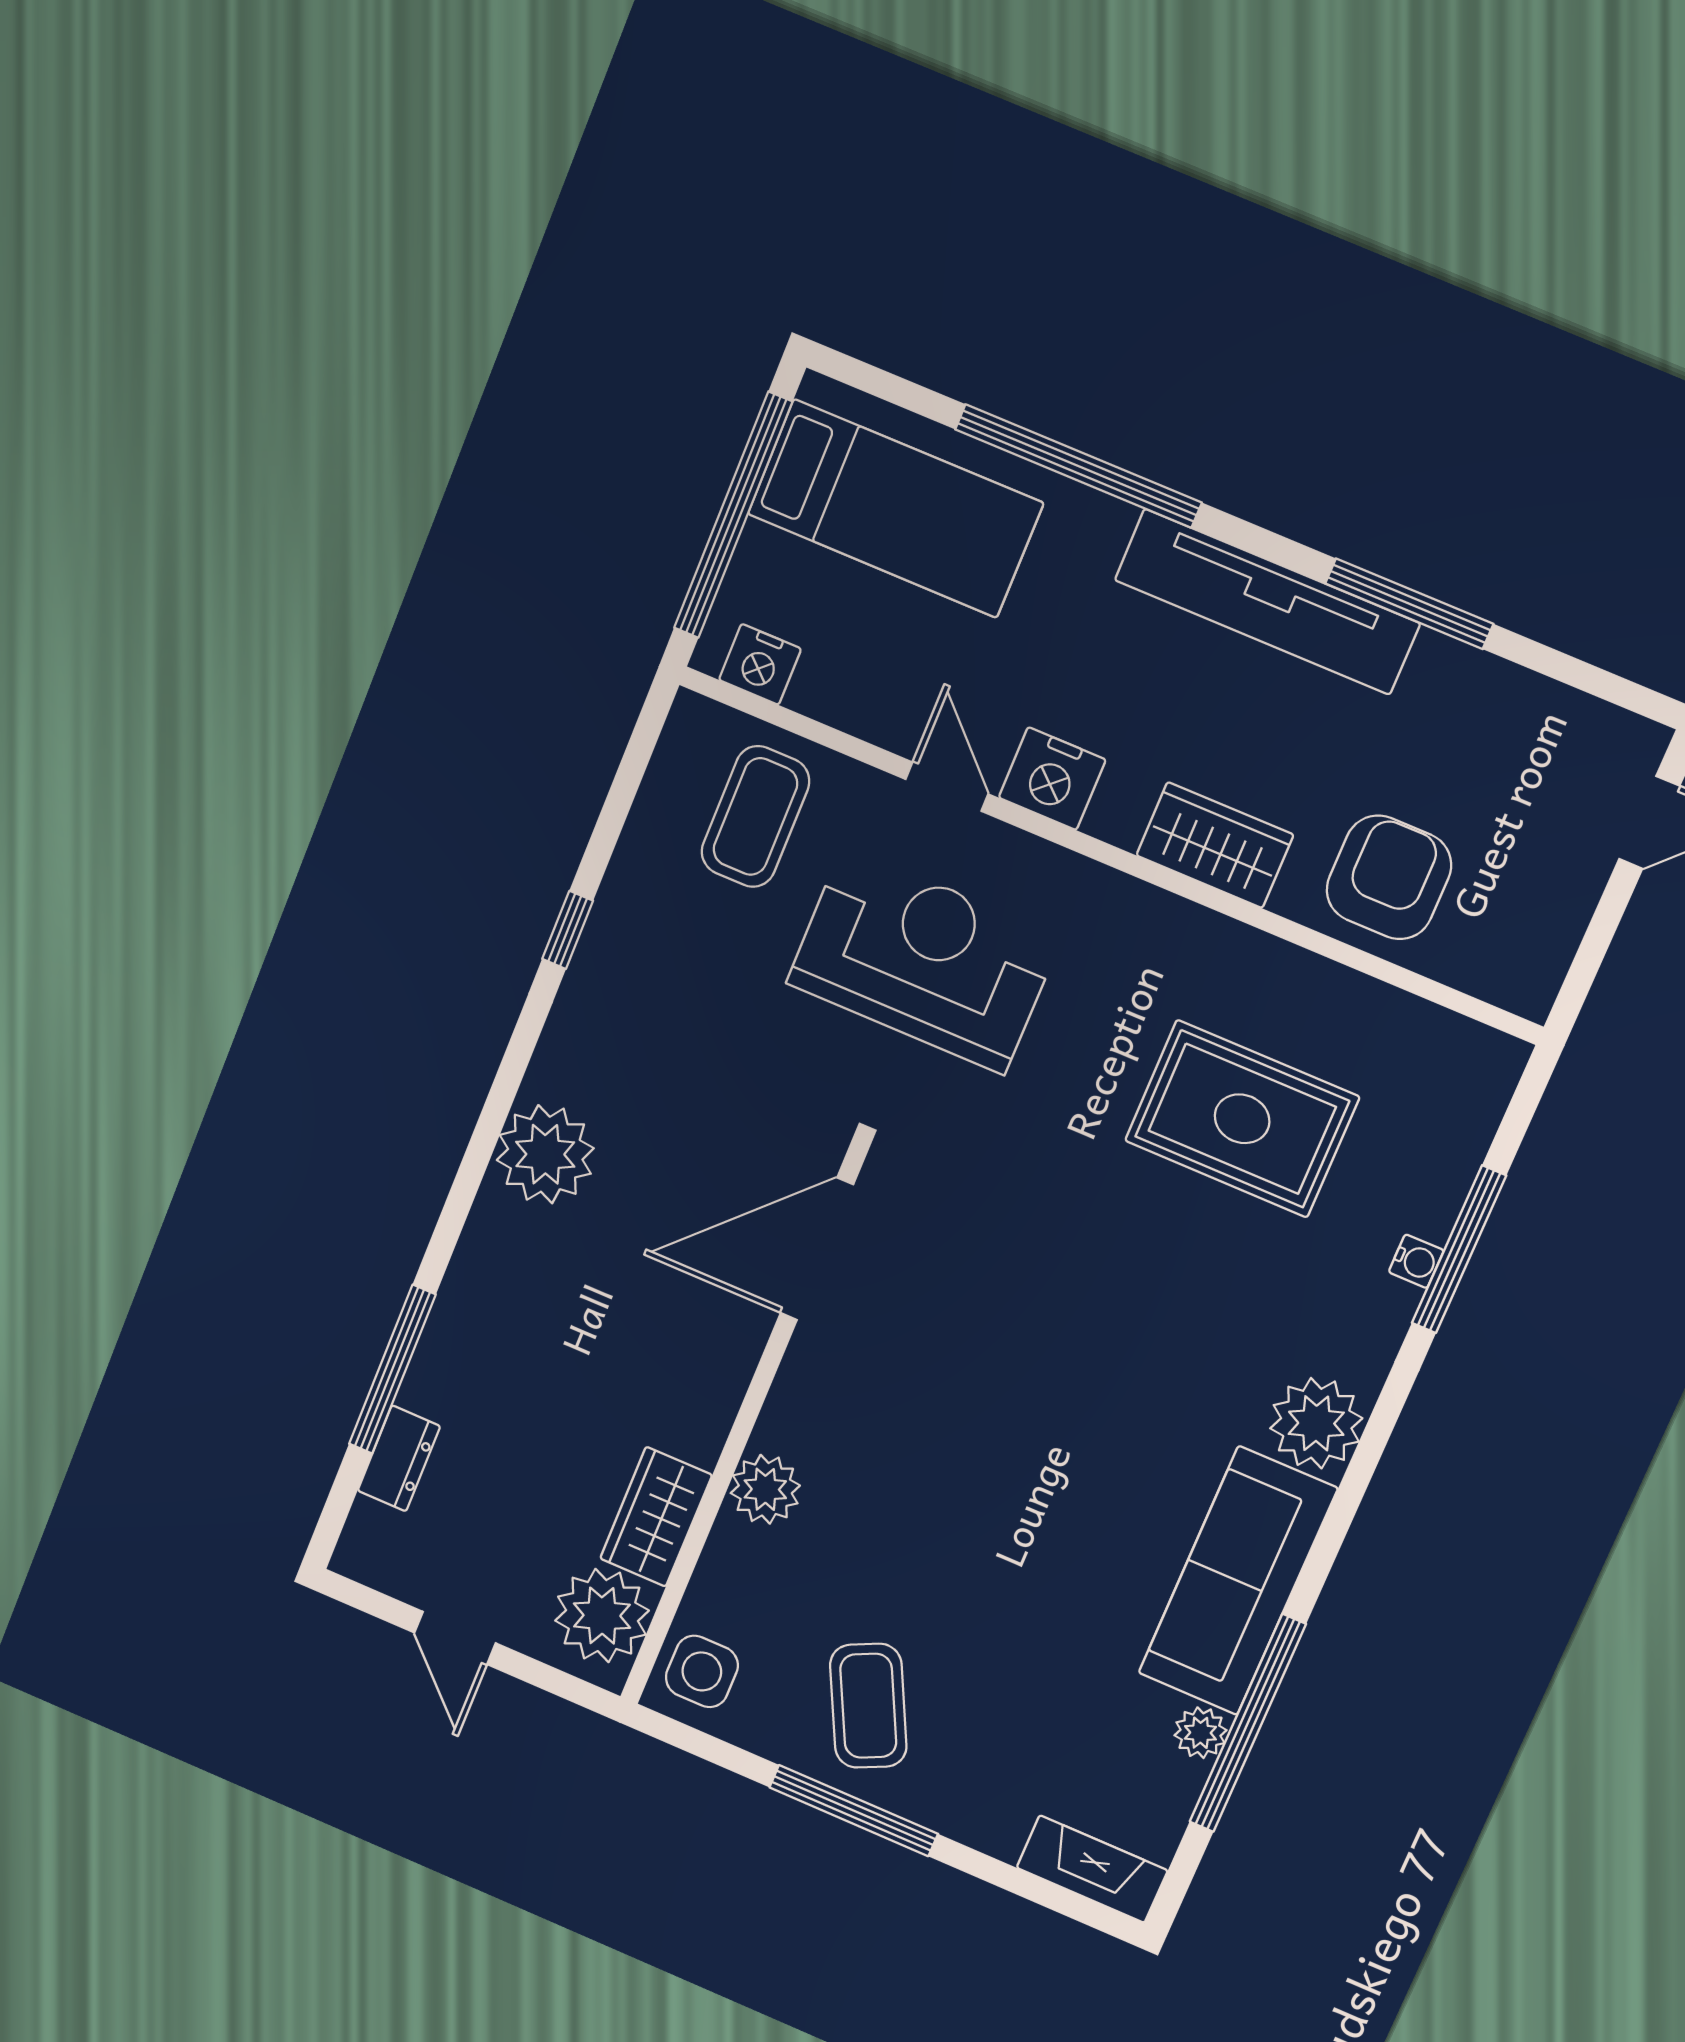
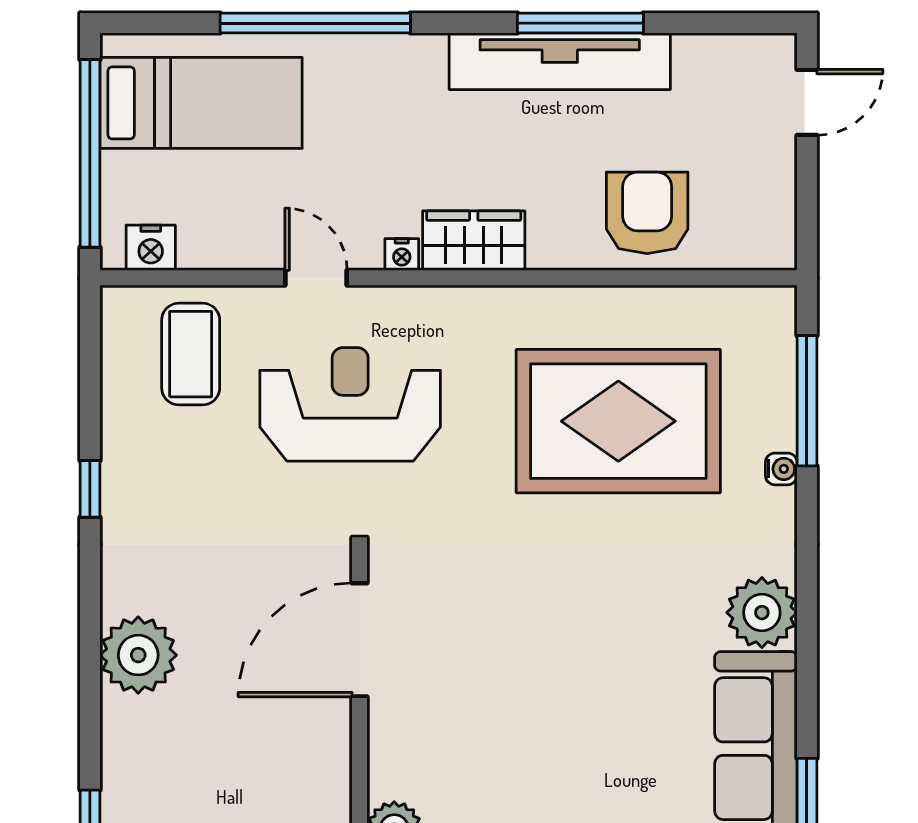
tv unit: (1267, 602) -> (560, 61), moved
nightstand: (1052, 779) -> (402, 254), width x0.53, depth x0.56
wardrobe: (1215, 845) -> (474, 241), moved
rug: (1242, 1119) -> (618, 421), width x1.37, depth x1.44
window: (1459, 1249) -> (807, 401), moved

